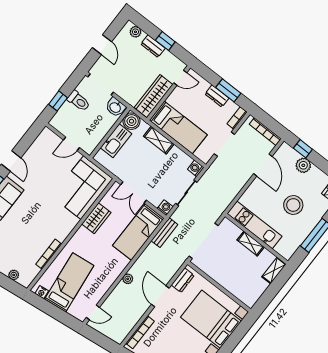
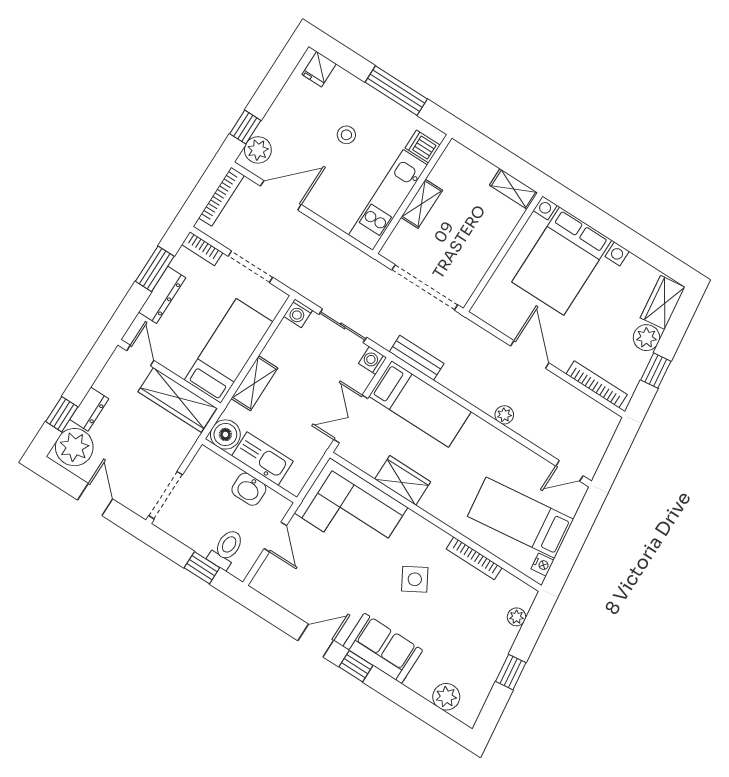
plant: (135, 32) -> (74, 447), width x1.87, depth x1.87
window: (165, 41) -> (62, 414), moved
door: (102, 45) -> (95, 499), hinge flipped
dresser: (217, 96) -> (162, 295), width x1.44
toilet: (79, 101) -> (226, 549), moved
washbasin: (115, 107) -> (249, 489), moved, turned 90
plant: (303, 165) -> (258, 150), moved
double door: (134, 192) -> (351, 419), swing flipped
stool: (293, 205) -> (346, 135), width x0.53, depth x0.53
side table: (40, 220) -> (415, 579), added
dishwasher: (283, 247) -> (423, 147), added
shelving: (274, 270) -> (514, 189), moved
dresser: (183, 280) -> (498, 317), removed
door: (160, 296) -> (530, 355), swing flipped
door: (93, 312) -> (569, 471), swing flipped

